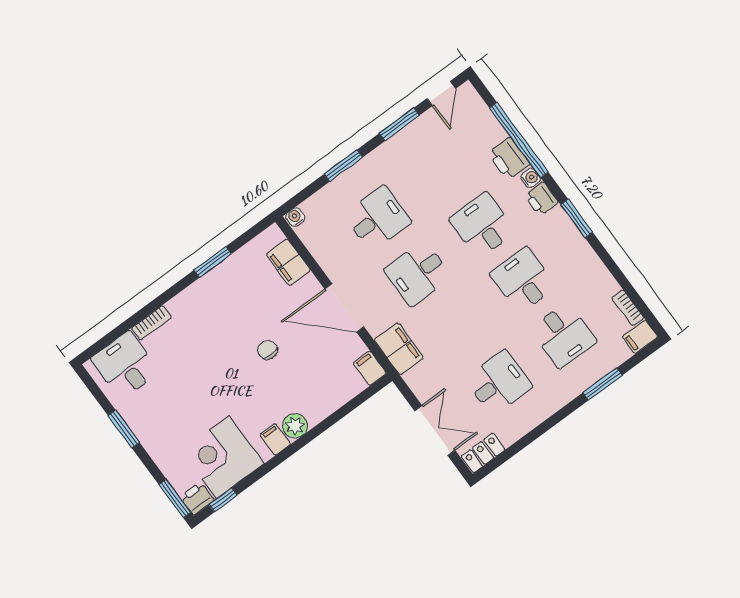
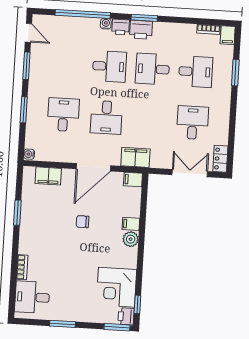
printer: (509, 159) -> (141, 30), moved
desk: (483, 225) -> (109, 66), turned 180
filing cabinet: (275, 439) -> (131, 224), moved

